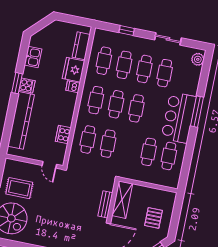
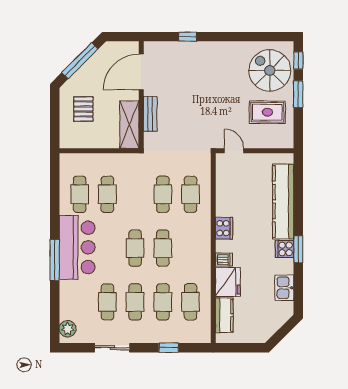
cafe table: (96, 100) -> (190, 248), removed
cooker: (63, 135) -> (224, 228), moved

